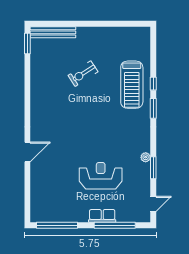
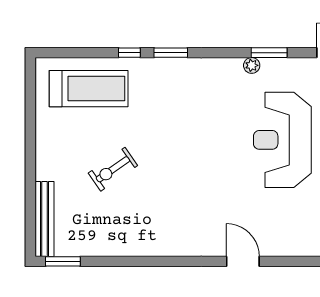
exercise bike: (83, 74) -> (113, 169), turned 88
treadmill: (132, 85) -> (89, 89), moved
reception desk: (101, 176) -> (282, 140), width x1.36, depth x1.30

